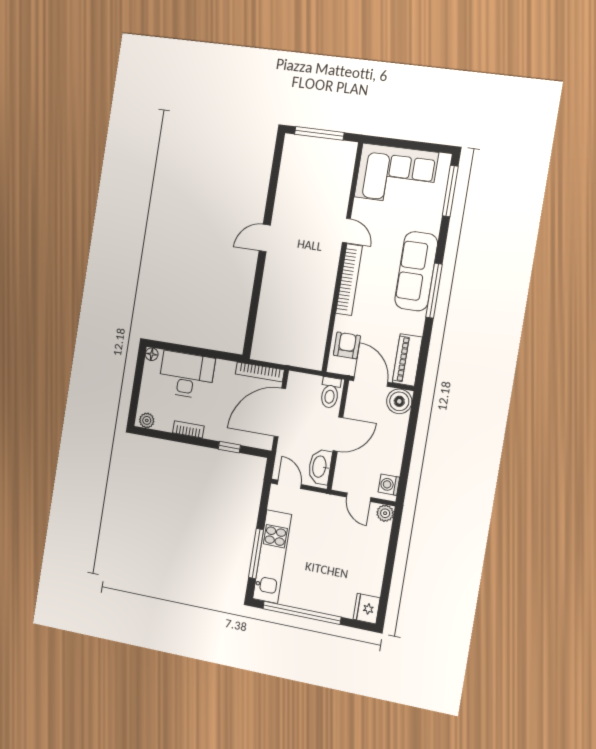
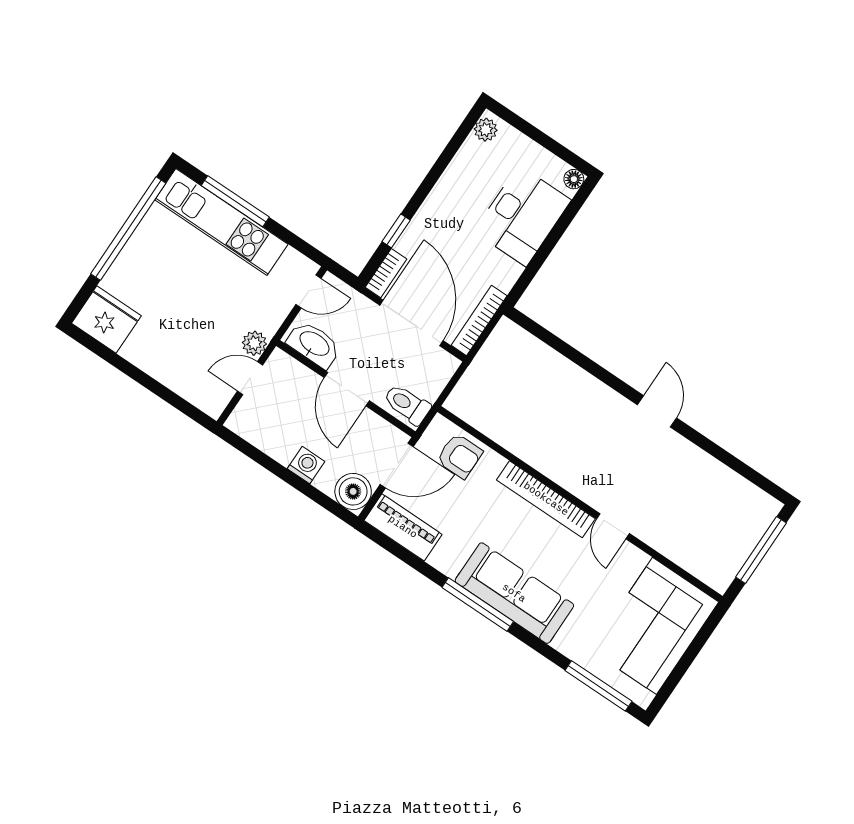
door: (346, 231) -> (613, 526), hinge flipped
bookcase: (188, 429) -> (386, 273), moved
washing machine: (389, 485) -> (306, 465), moved
plant: (385, 513) -> (254, 343), moved
fridge: (366, 609) -> (106, 319), width x1.36, depth x1.34

